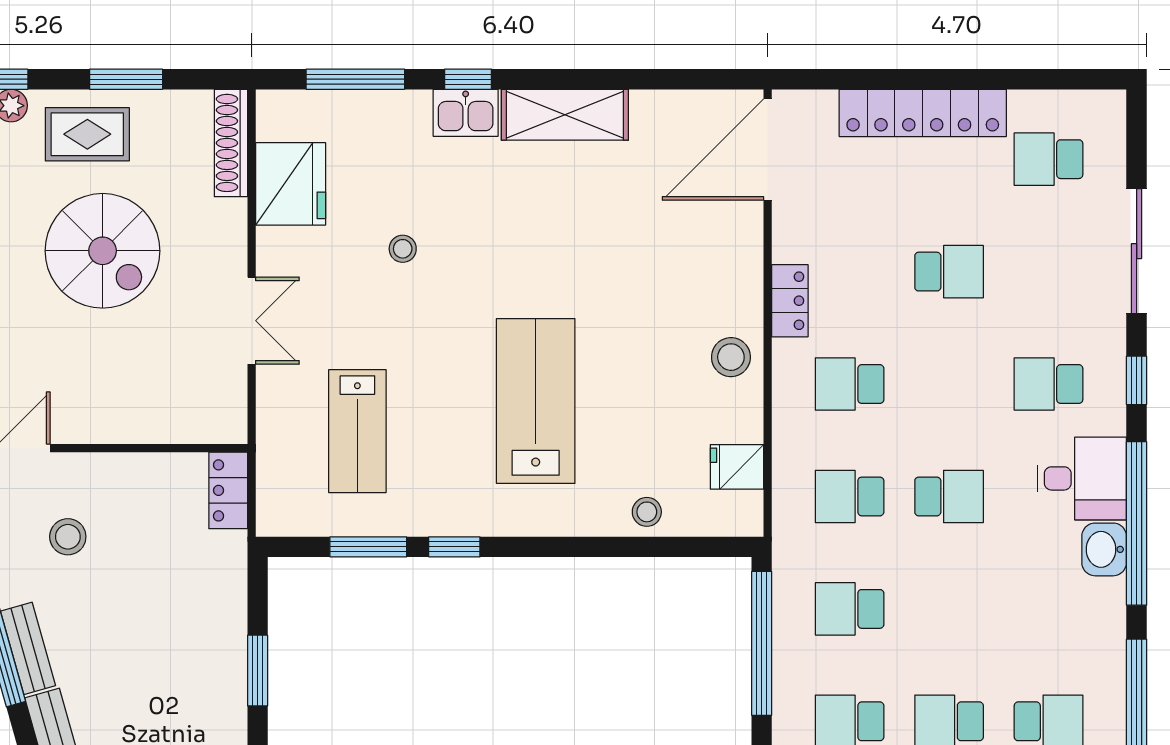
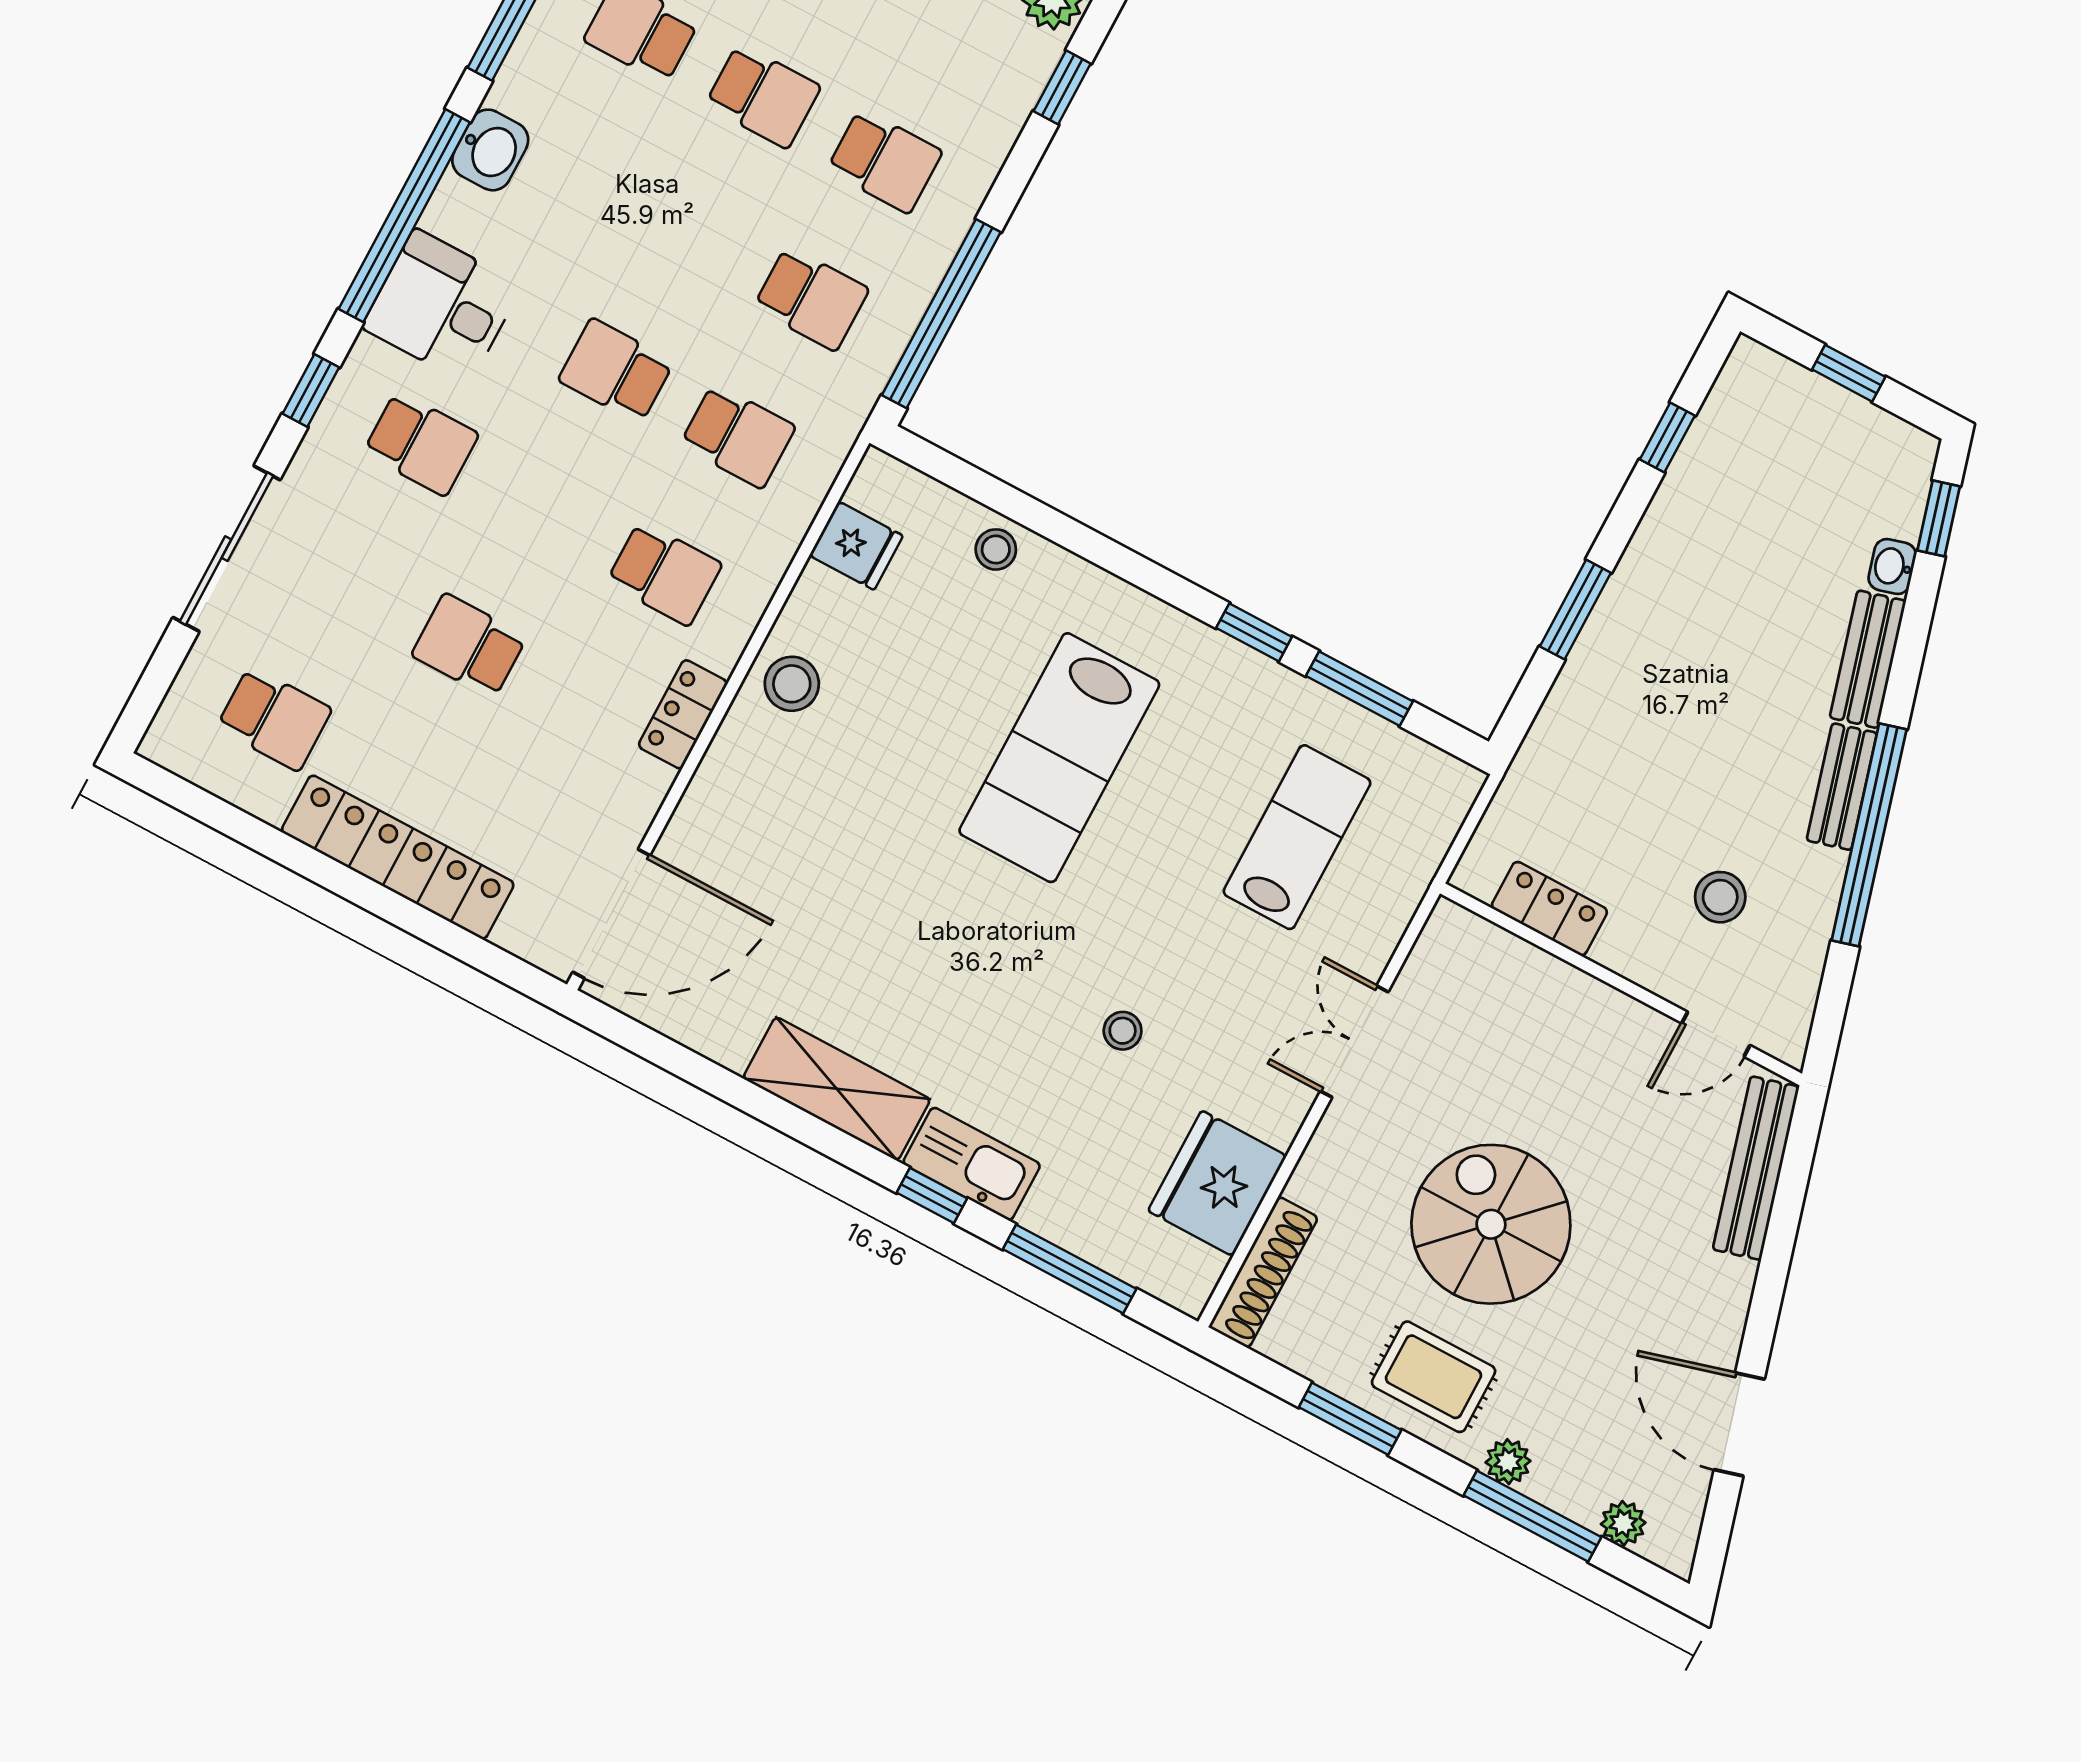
kitchen sink: (466, 113) -> (972, 1164), width x1.38
locker: (228, 490) -> (1549, 909), moved, turned -90
washbasin: (1104, 549) -> (490, 150), moved

